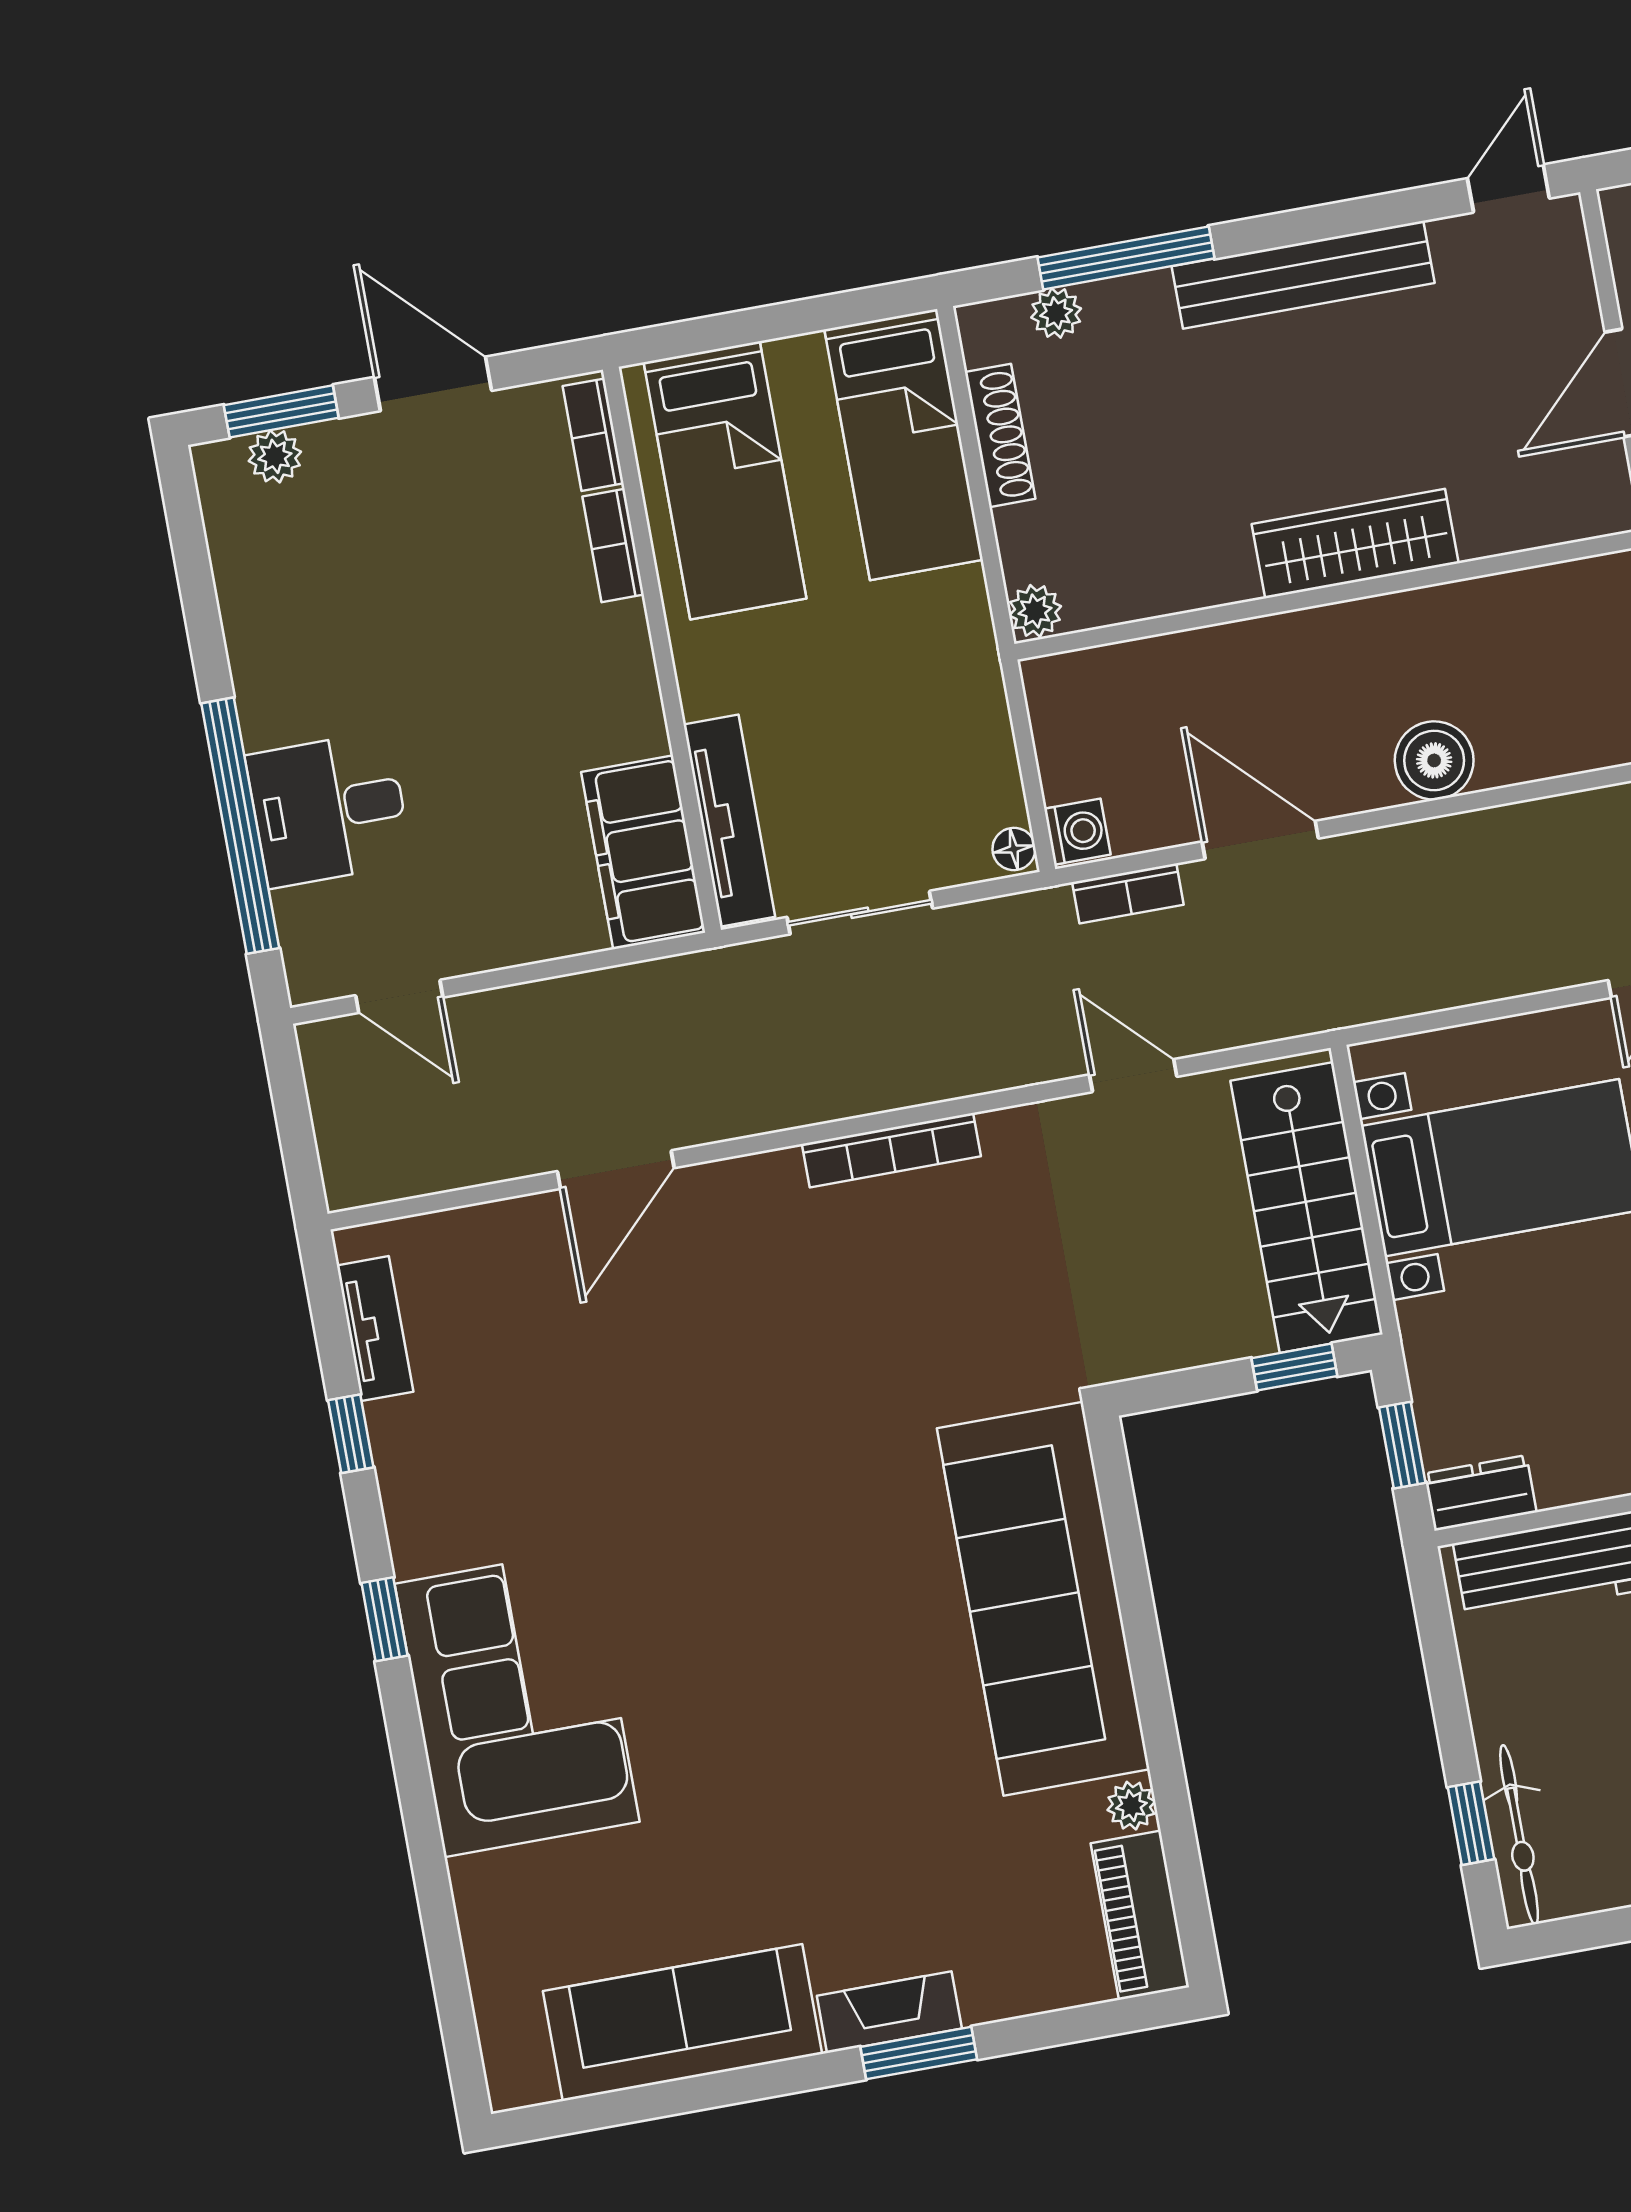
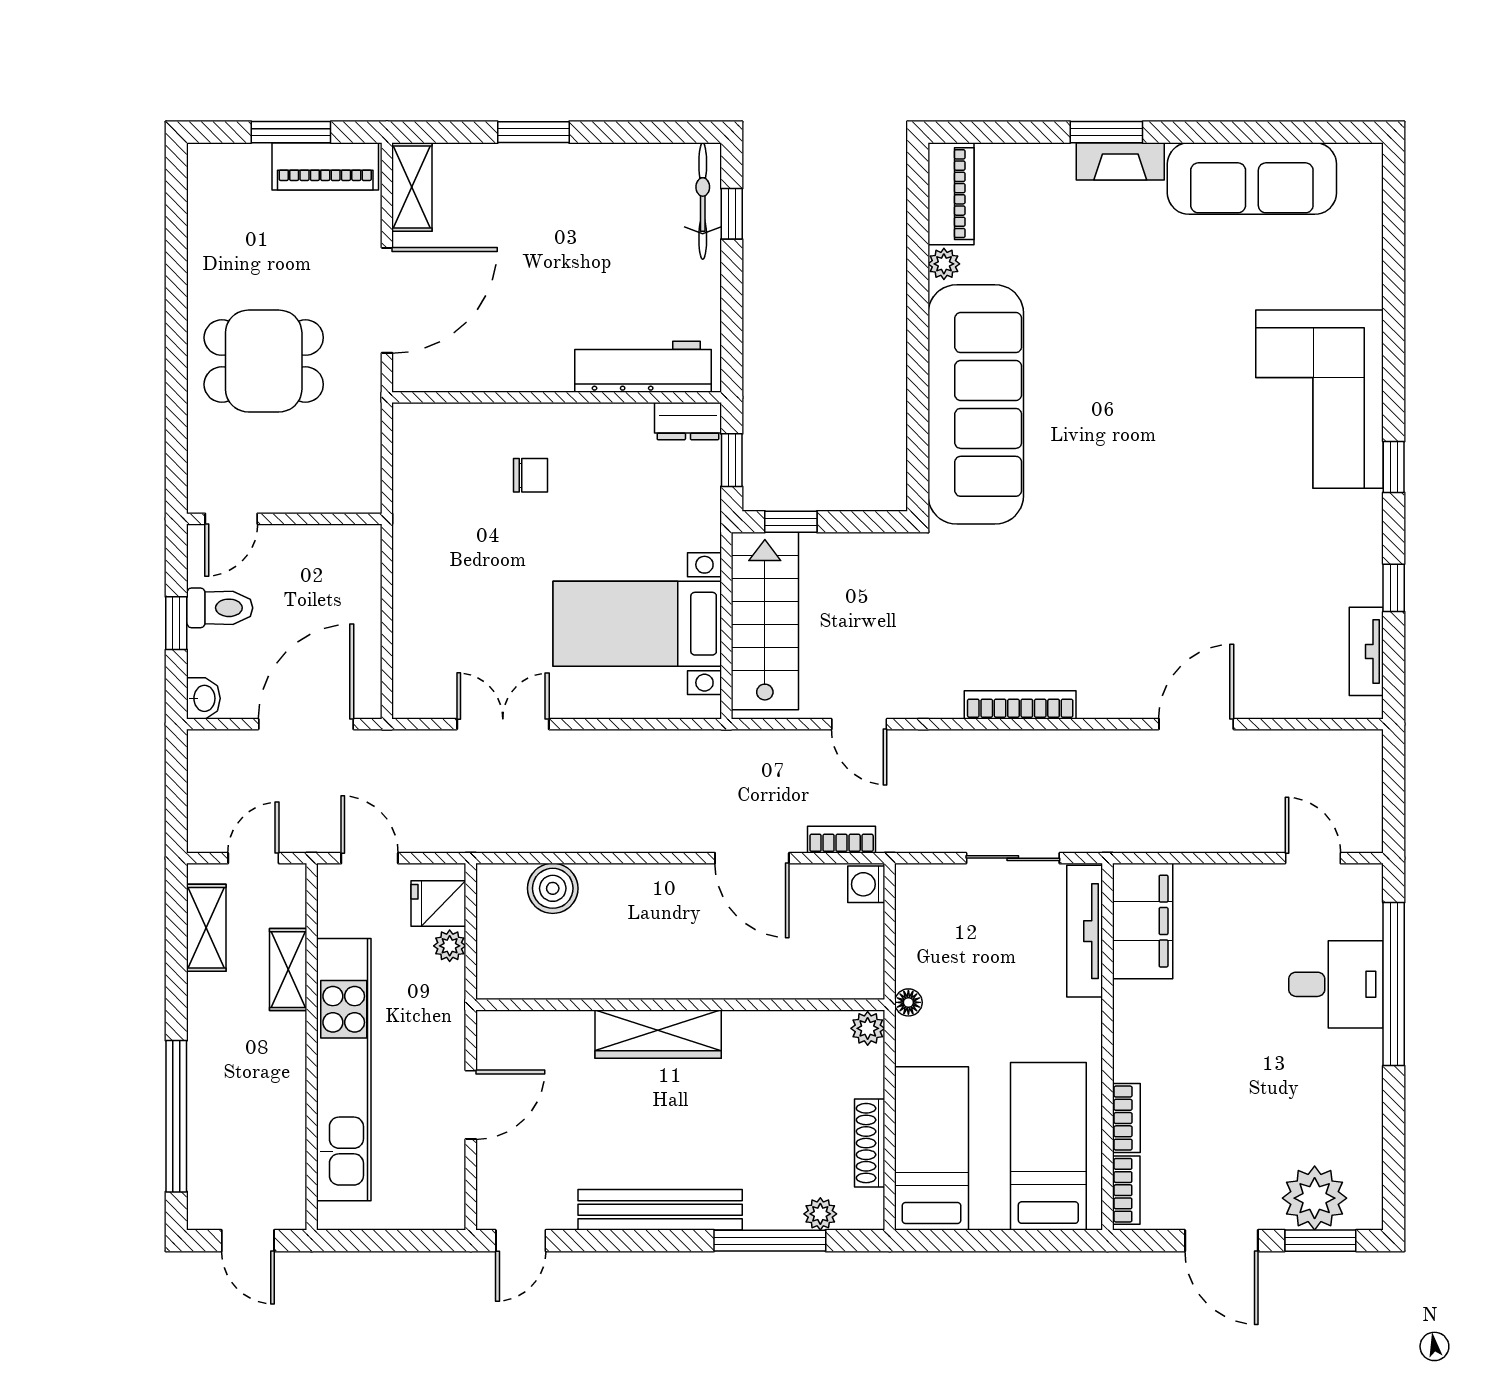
plant: (275, 456) -> (1315, 1198), width x1.88, depth x1.88
boiler: (1434, 760) -> (553, 888), moved
floor lamp: (1014, 849) -> (908, 1002), moved

